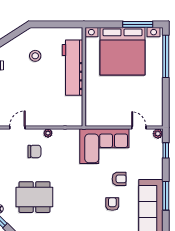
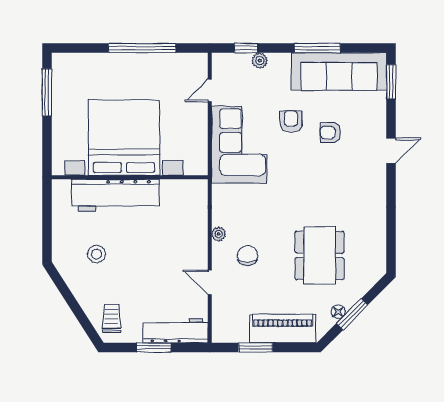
bed with nightstands: (122, 51) -> (124, 138), moved, turned -90
window: (166, 56) -> (142, 48), moved
plant: (158, 134) -> (260, 60), moved

